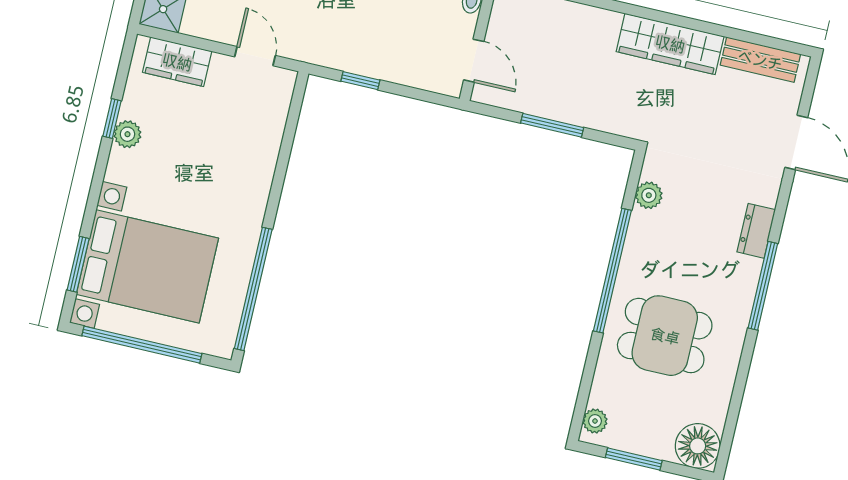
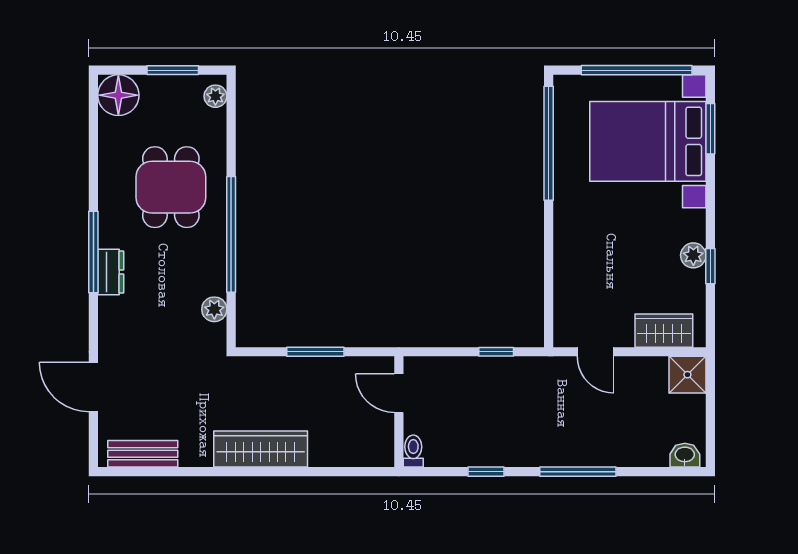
wardrobe: (670, 44) -> (261, 449), moved
dresser: (756, 231) -> (111, 272), moved
dining table: (665, 336) -> (171, 187), turned 90

